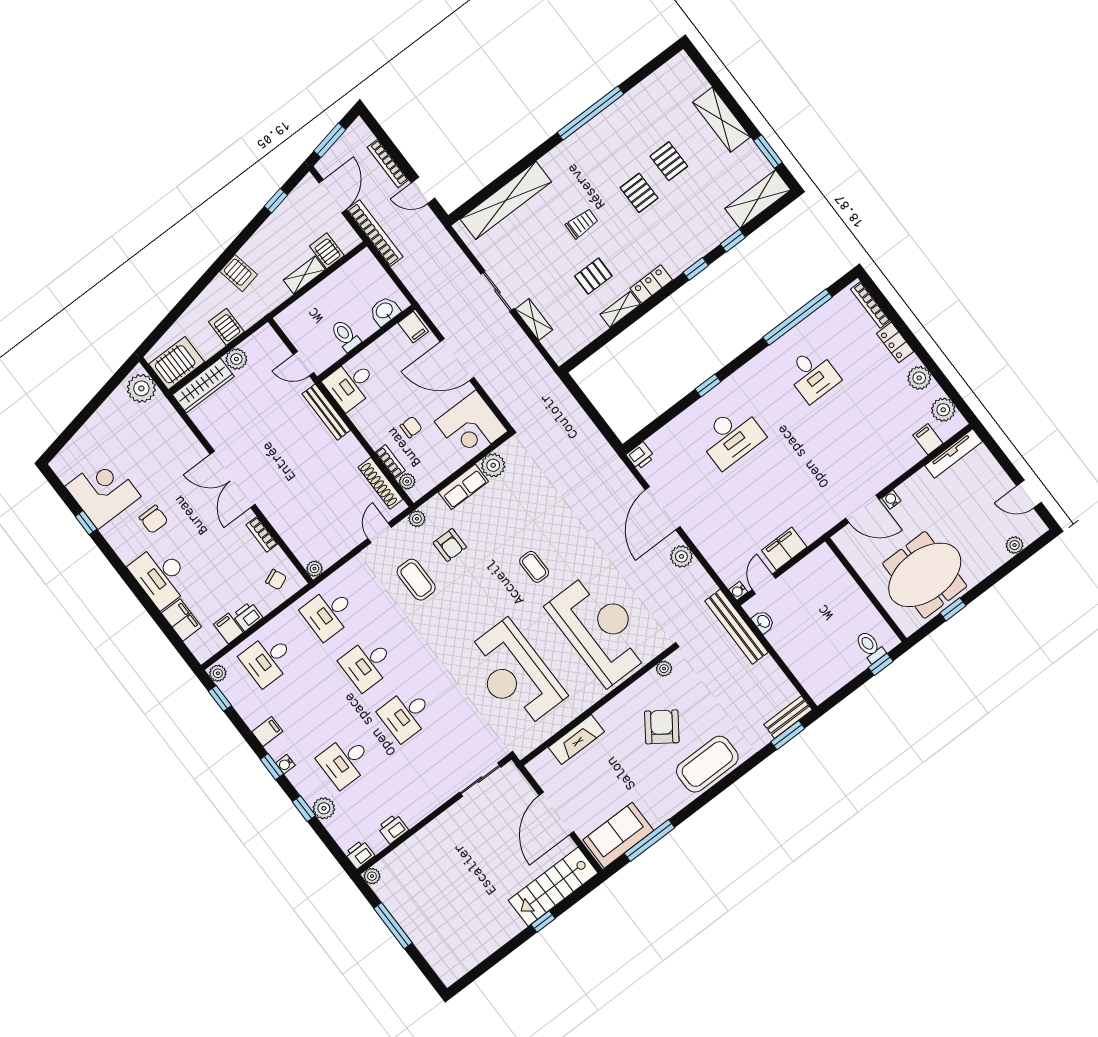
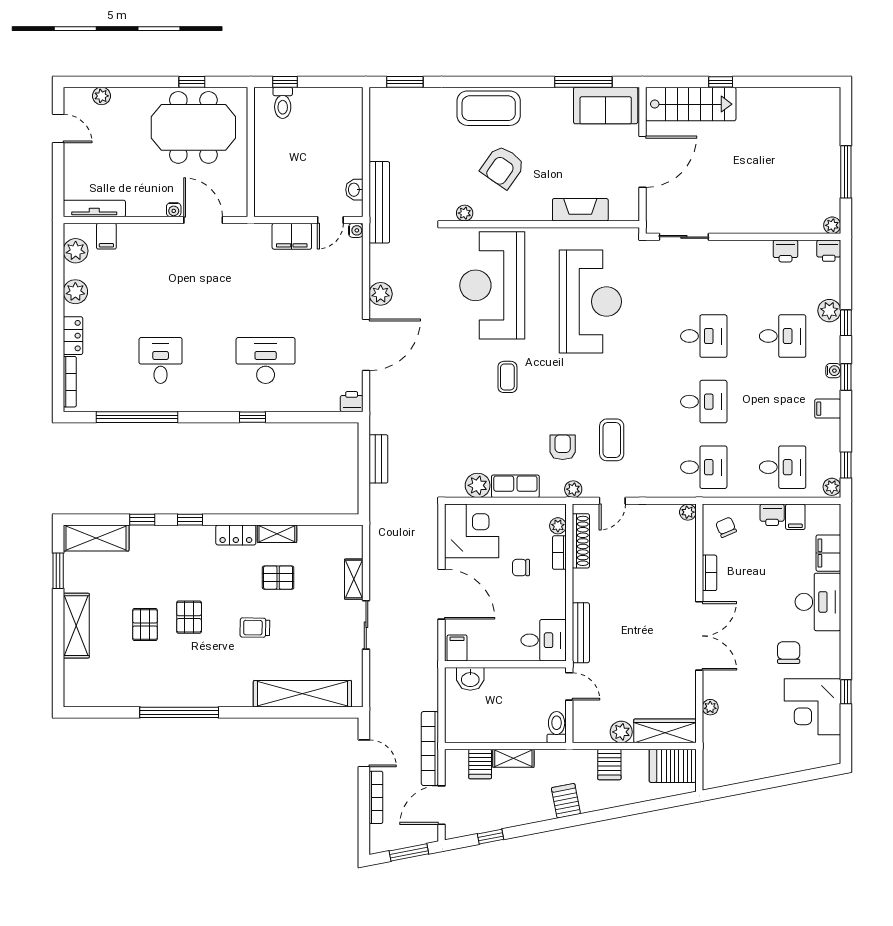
toilet: (346, 336) -> (557, 727), moved, turned 180
plant: (141, 388) -> (710, 707), moved, width x0.53, depth x0.53
bench: (788, 717) -> (378, 459), moved, turned 90

